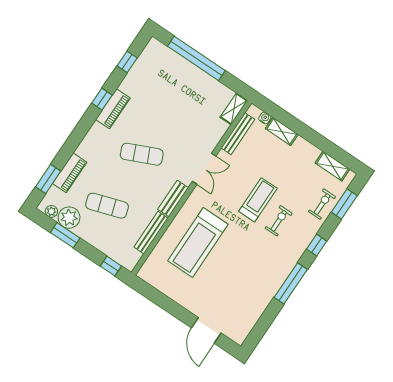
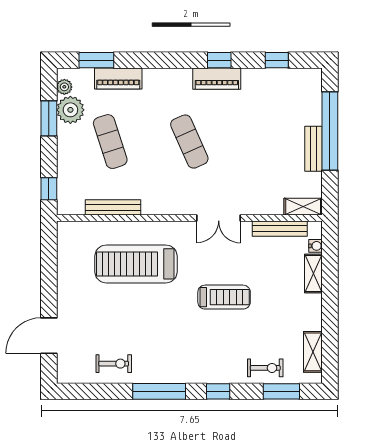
bench: (173, 199) -> (313, 149), moved, turned 90
exercise bike: (279, 221) -> (114, 364), moved

